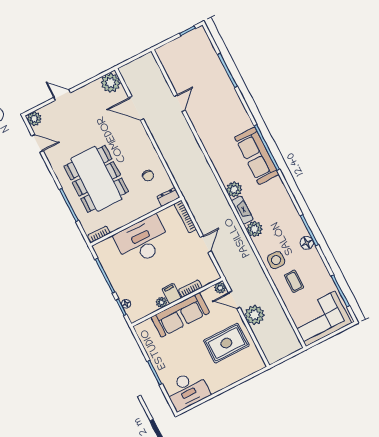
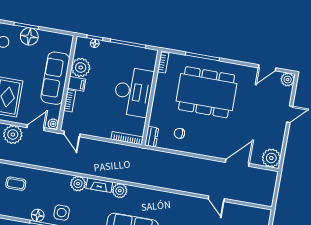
door: (206, 244) -> (72, 134), moved
side table: (276, 260) -> (62, 213), moved
plant: (162, 302) -> (81, 67), width x1.88, depth x1.88
floor lamp: (162, 363) -> (29, 36), added

